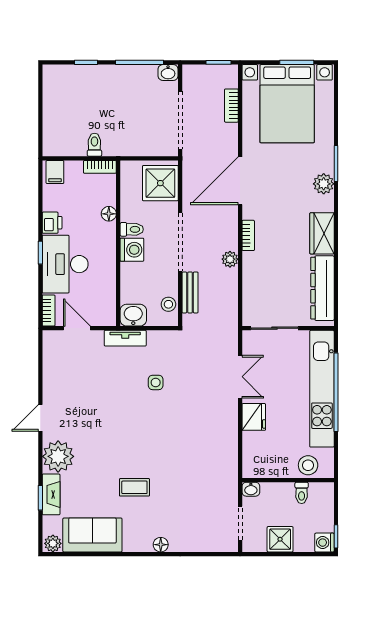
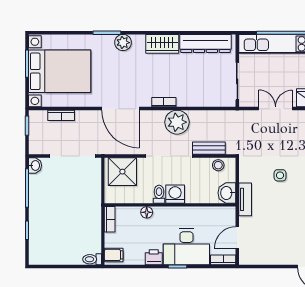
toilet: (94, 145) -> (92, 259), moved
plant: (230, 259) -> (177, 122), width x1.88, depth x1.88

